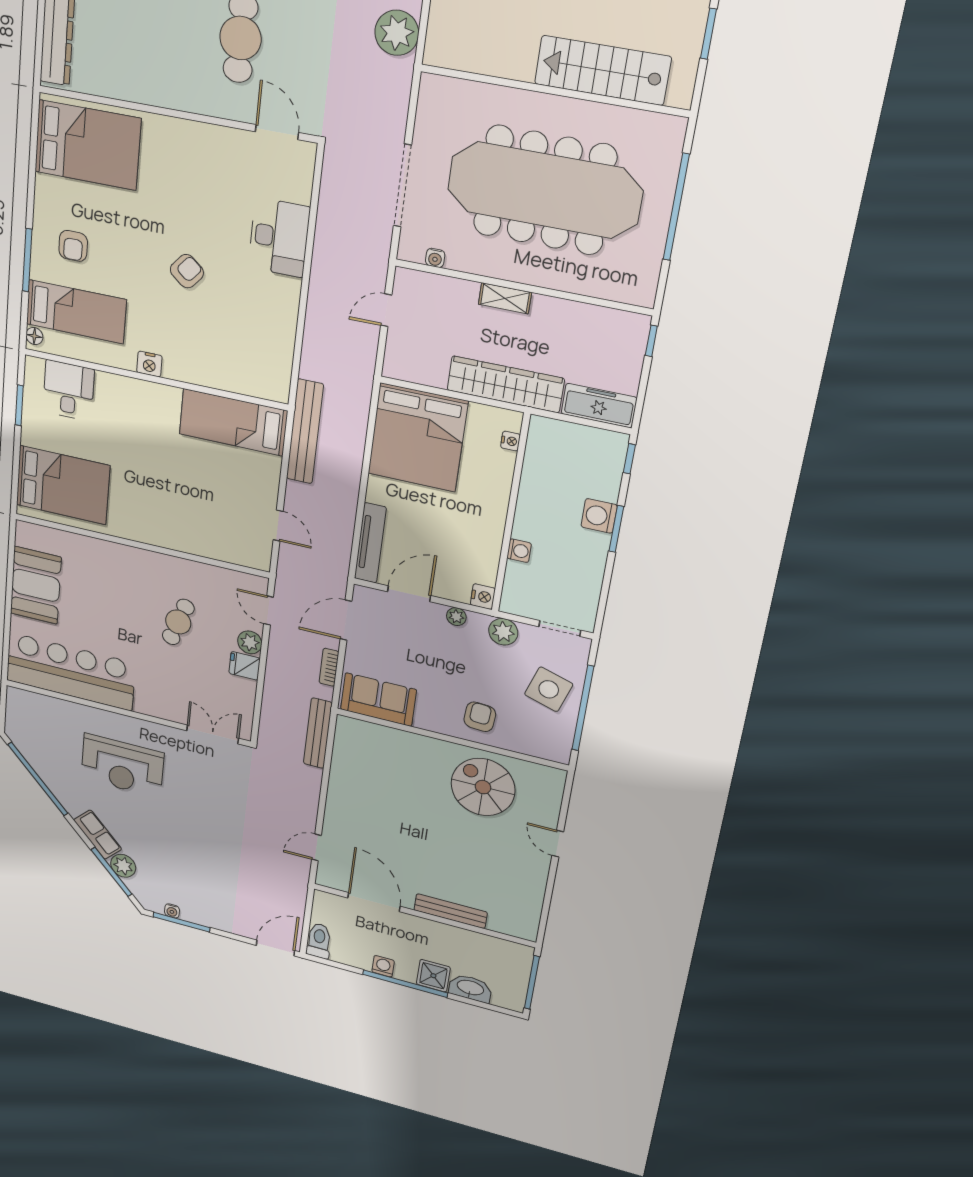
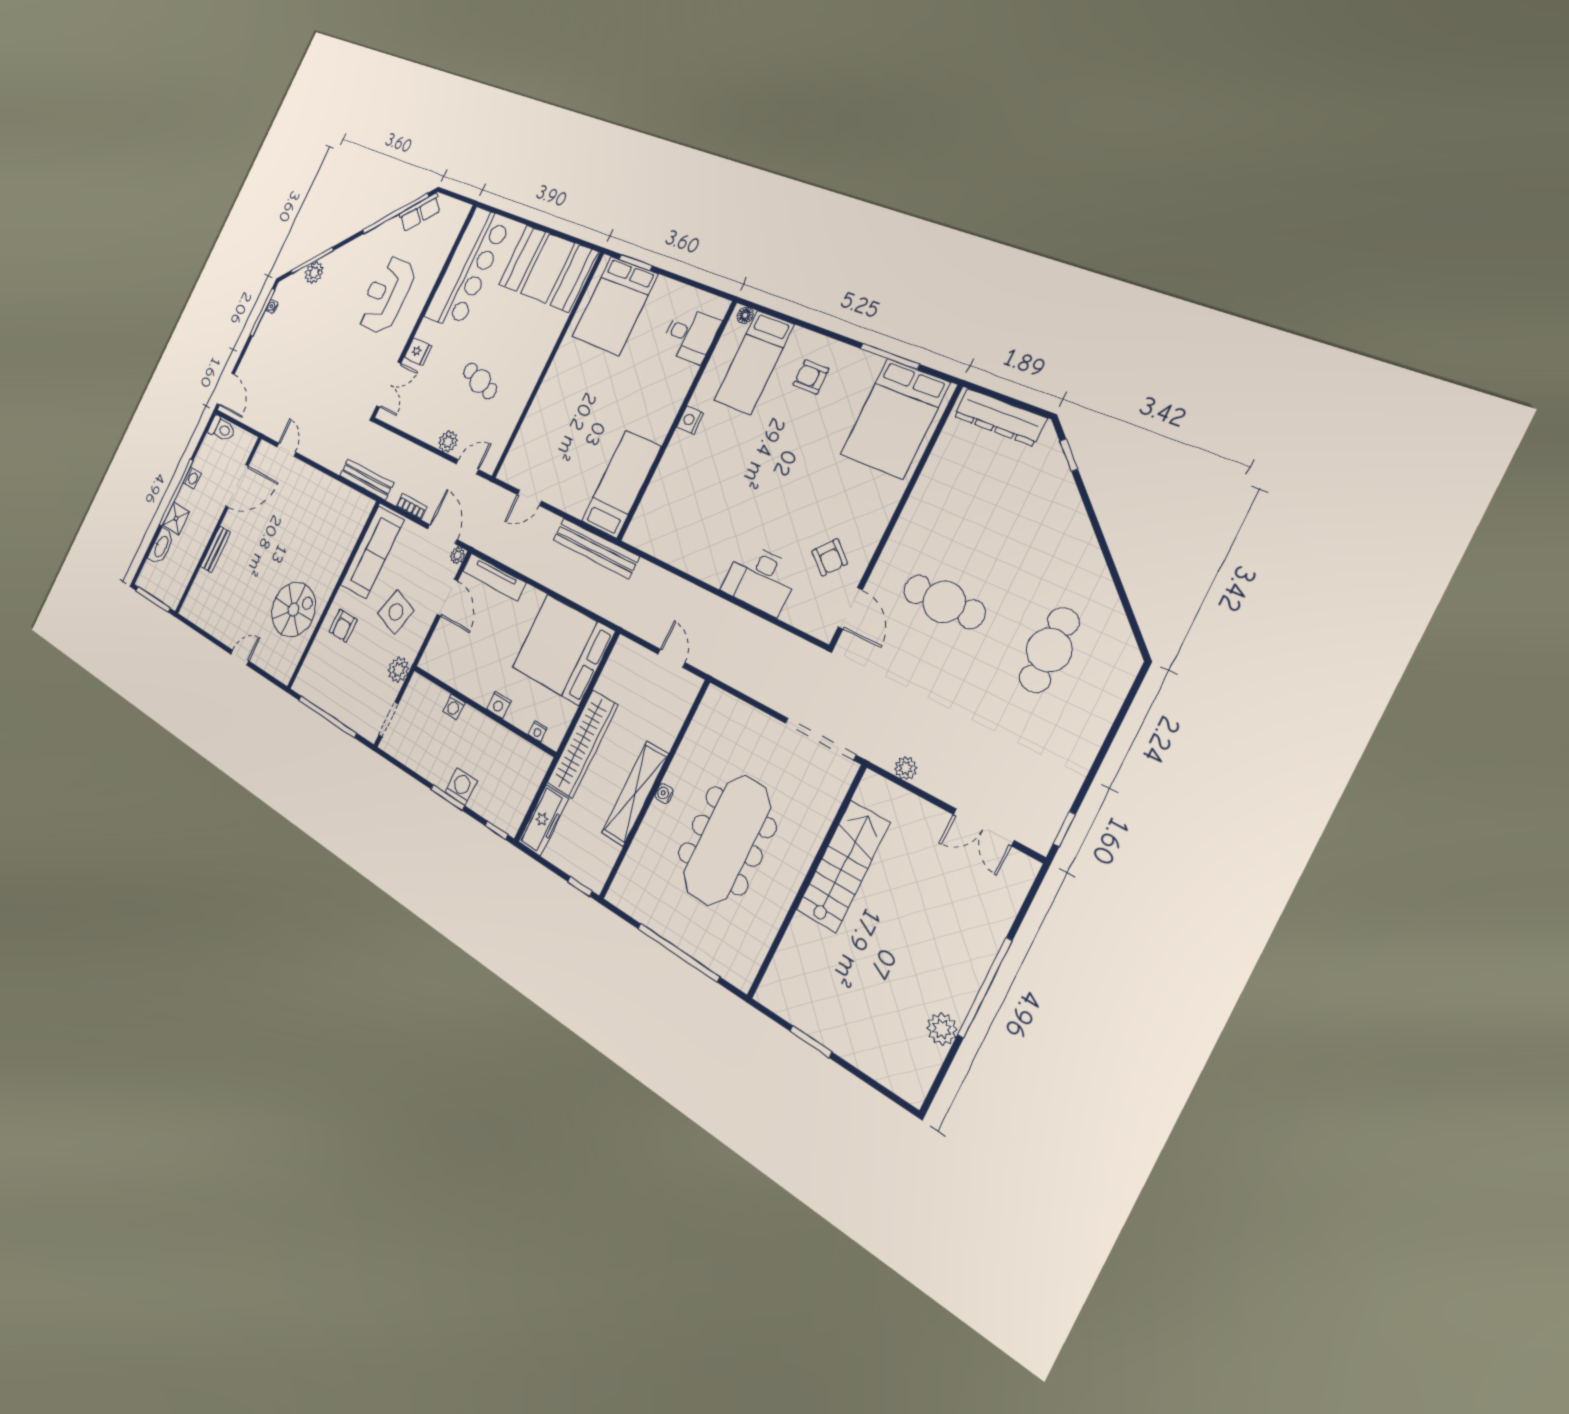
plant: (397, 33) -> (906, 768), width x0.53, depth x0.53
stairs: (603, 70) -> (843, 866), moved
door: (277, 132) -> (850, 609), hinge flipped
doorway: (402, 186) -> (820, 739), moved
meeting table: (544, 190) -> (727, 840), width x0.73, depth x0.79
water cooler: (435, 258) -> (664, 794), moved
window: (27, 260) -> (890, 356), moved
armchair: (187, 271) -> (830, 557), moved
shelving: (505, 298) -> (635, 794), width x2.20, depth x1.33
window: (19, 405) -> (636, 262), moved
booth: (36, 585) -> (548, 268), width x1.36, depth x1.42
nightstand: (483, 597) -> (499, 705), moved
plant: (456, 617) -> (458, 555), moved
fridge: (245, 666) -> (418, 352), moved, turned 90
side table: (549, 689) -> (396, 612), moved
sofa: (378, 700) -> (372, 552), width x1.36
armchair: (480, 717) -> (343, 626), turned 86
row of seats: (98, 835) -> (420, 213), moved
bench: (451, 911) -> (216, 549), width x0.73

